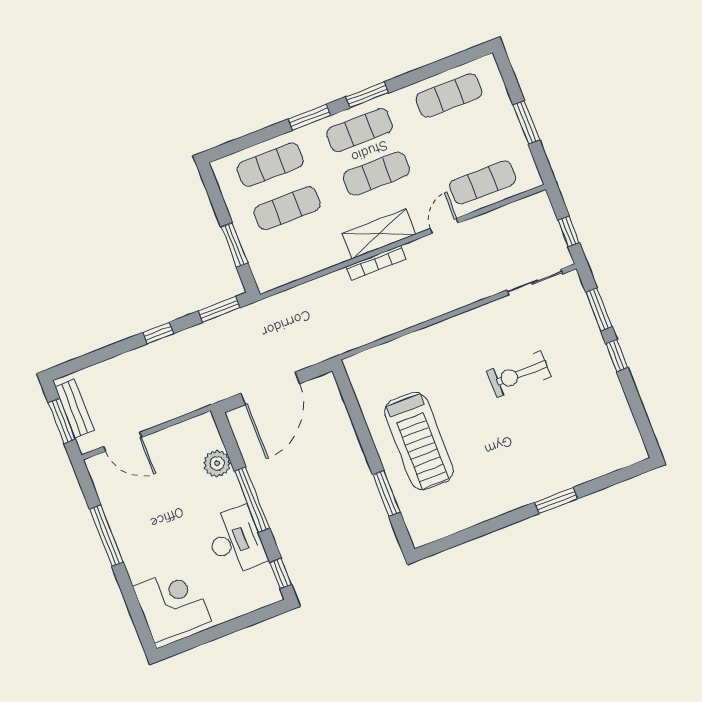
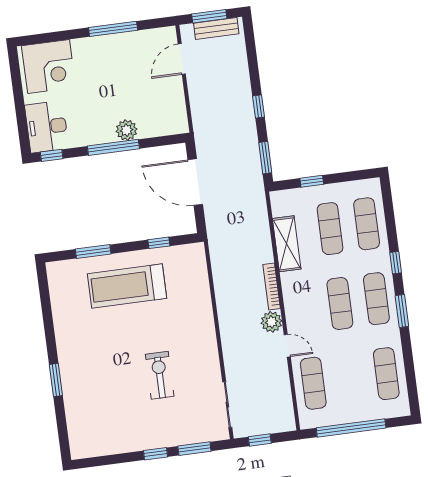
window: (309, 117) -> (396, 263), width x0.67
window: (526, 122) -> (351, 428), width x2.11
shelving: (379, 234) -> (287, 244), moved
window: (234, 245) -> (312, 181), width x0.67
plant: (420, 252) -> (272, 322), added
window: (356, 415) -> (159, 243), added
plant: (217, 463) -> (126, 130), moved
desk: (236, 541) -> (47, 127), moved, turned 90

